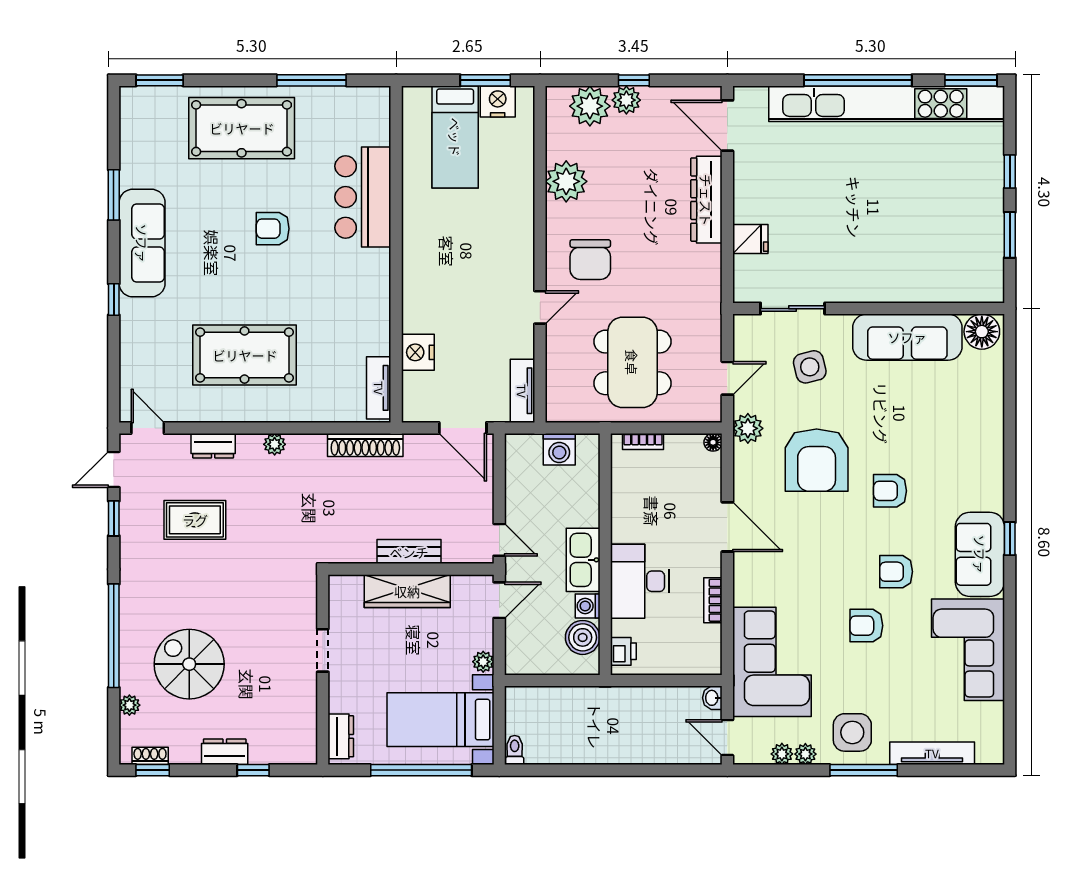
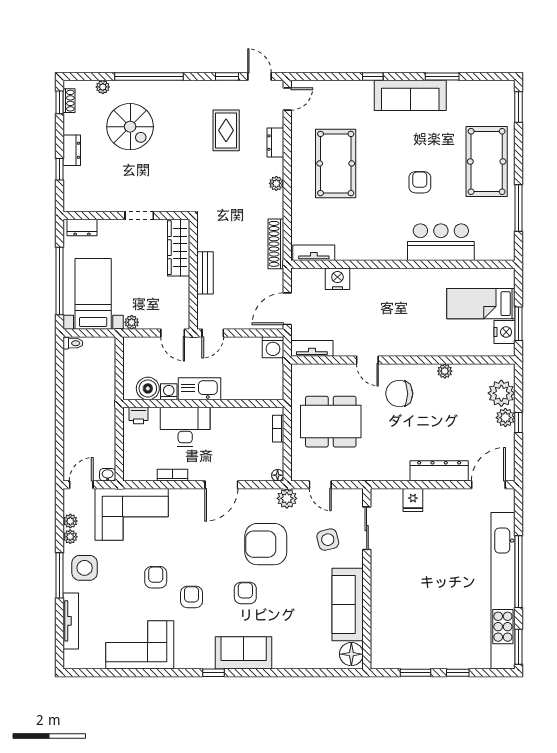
plant: (566, 181) -> (445, 371), width x0.53, depth x0.53
washing machine: (559, 449) -> (273, 347), moved, turned -90
sofa: (980, 554) -> (244, 653), moved
wardrobe: (407, 591) -> (179, 248), moved
spiral stairs: (189, 664) -> (130, 127), turned 90

